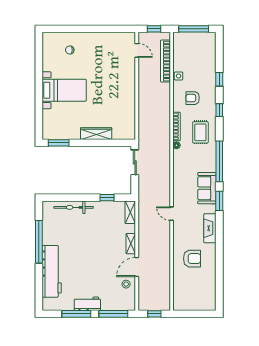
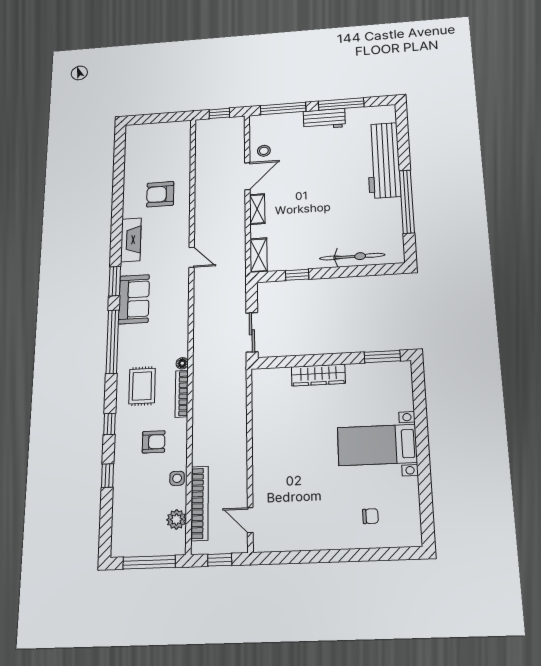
plant: (179, 52) -> (176, 519), added

